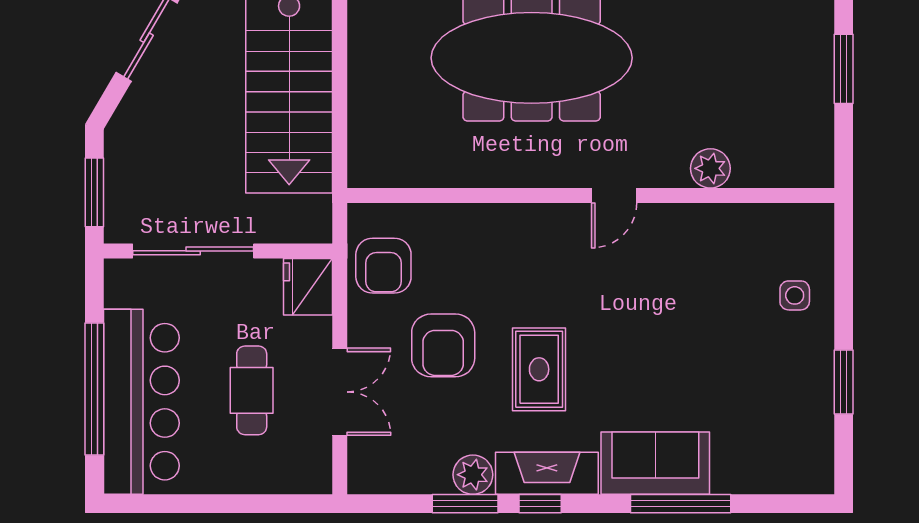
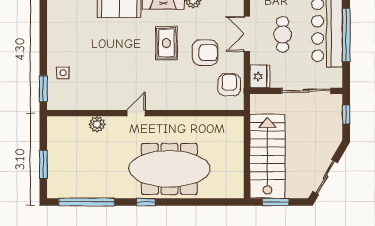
window: (94, 192) -> (346, 114), width x0.67
armchair: (443, 345) -> (205, 53), turned 90
window: (844, 382) -> (43, 89), moved

